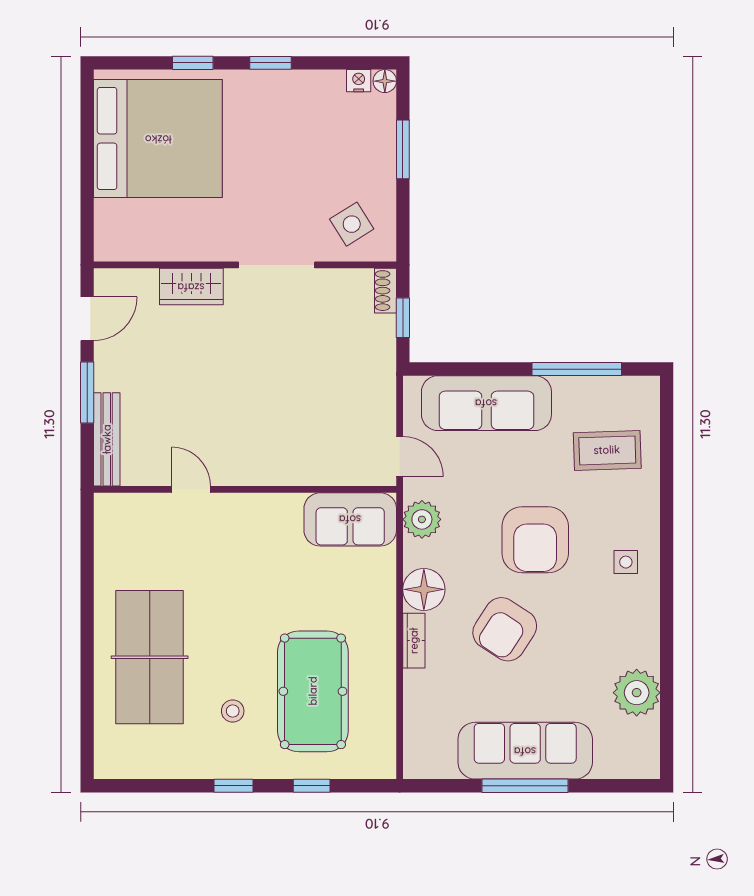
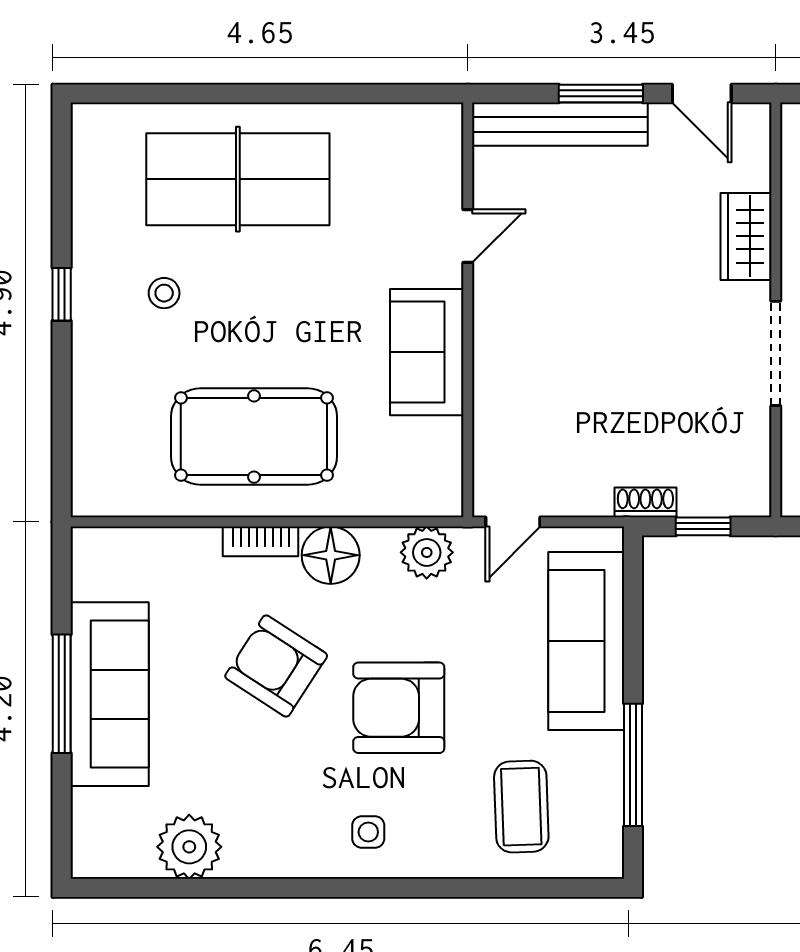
shoe rack: (385, 291) -> (645, 502), moved
bench: (107, 439) -> (560, 124), width x1.37, depth x1.21
sofa: (350, 519) -> (427, 352), moved
pool table: (313, 691) -> (254, 437), moved
window: (312, 786) -> (62, 401), removed

